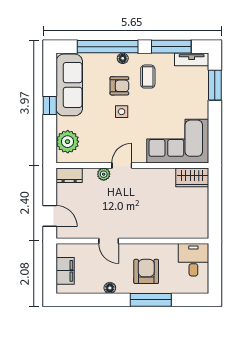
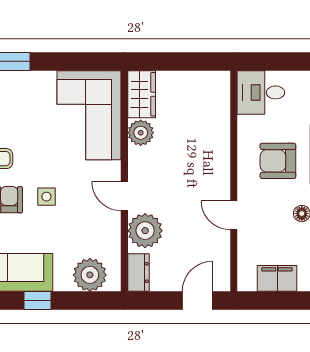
plant: (104, 174) -> (145, 231), width x1.88, depth x1.88
plant: (166, 177) -> (141, 133), added
door: (109, 241) -> (234, 215), swing flipped

